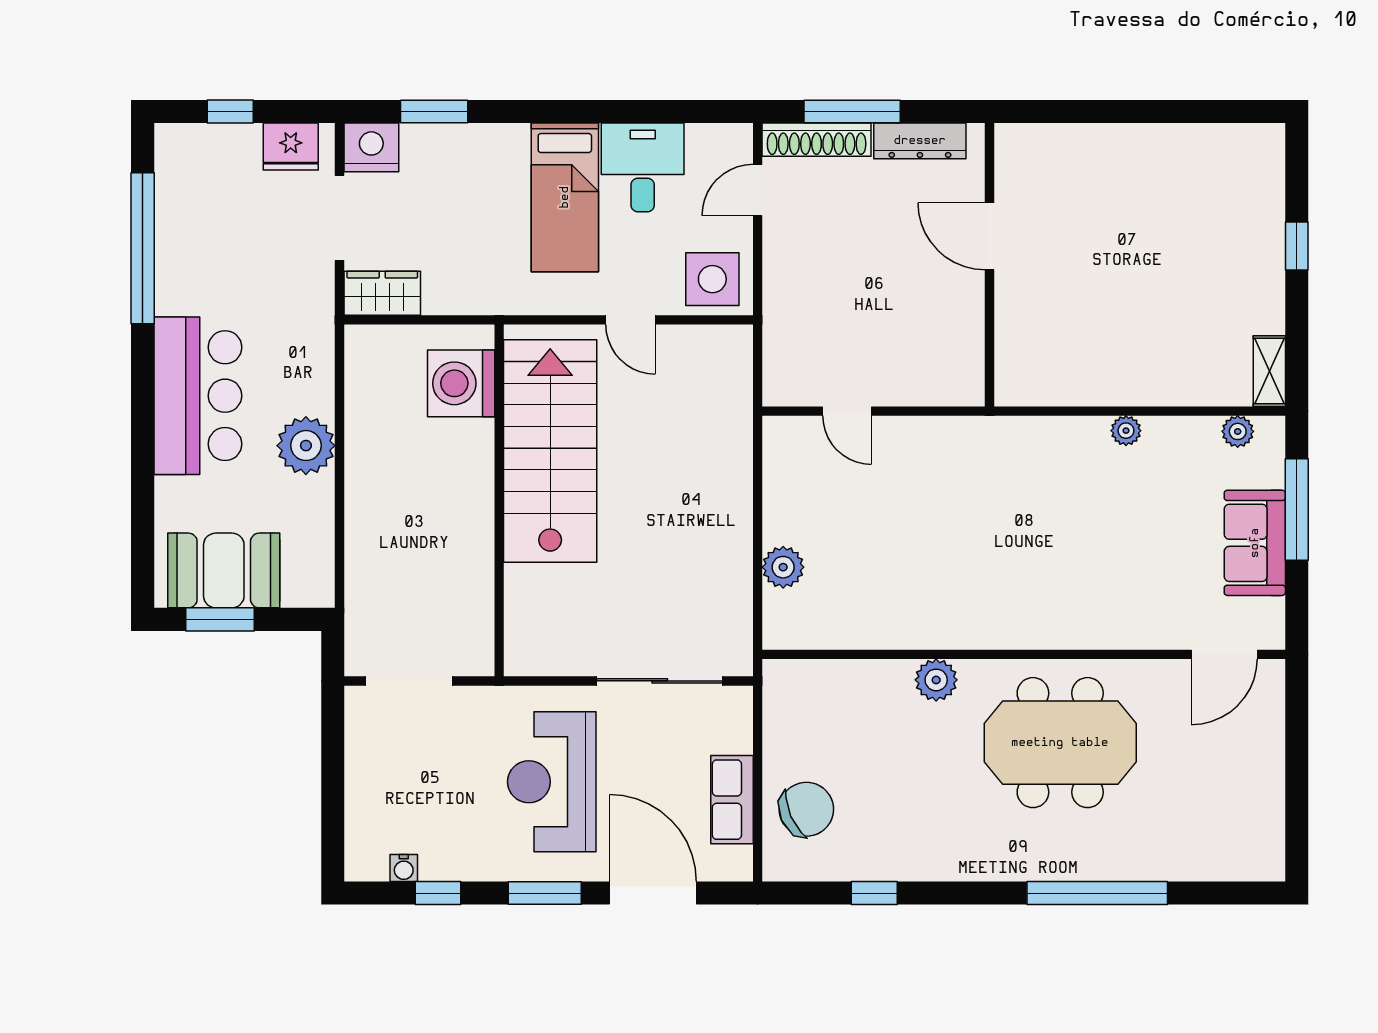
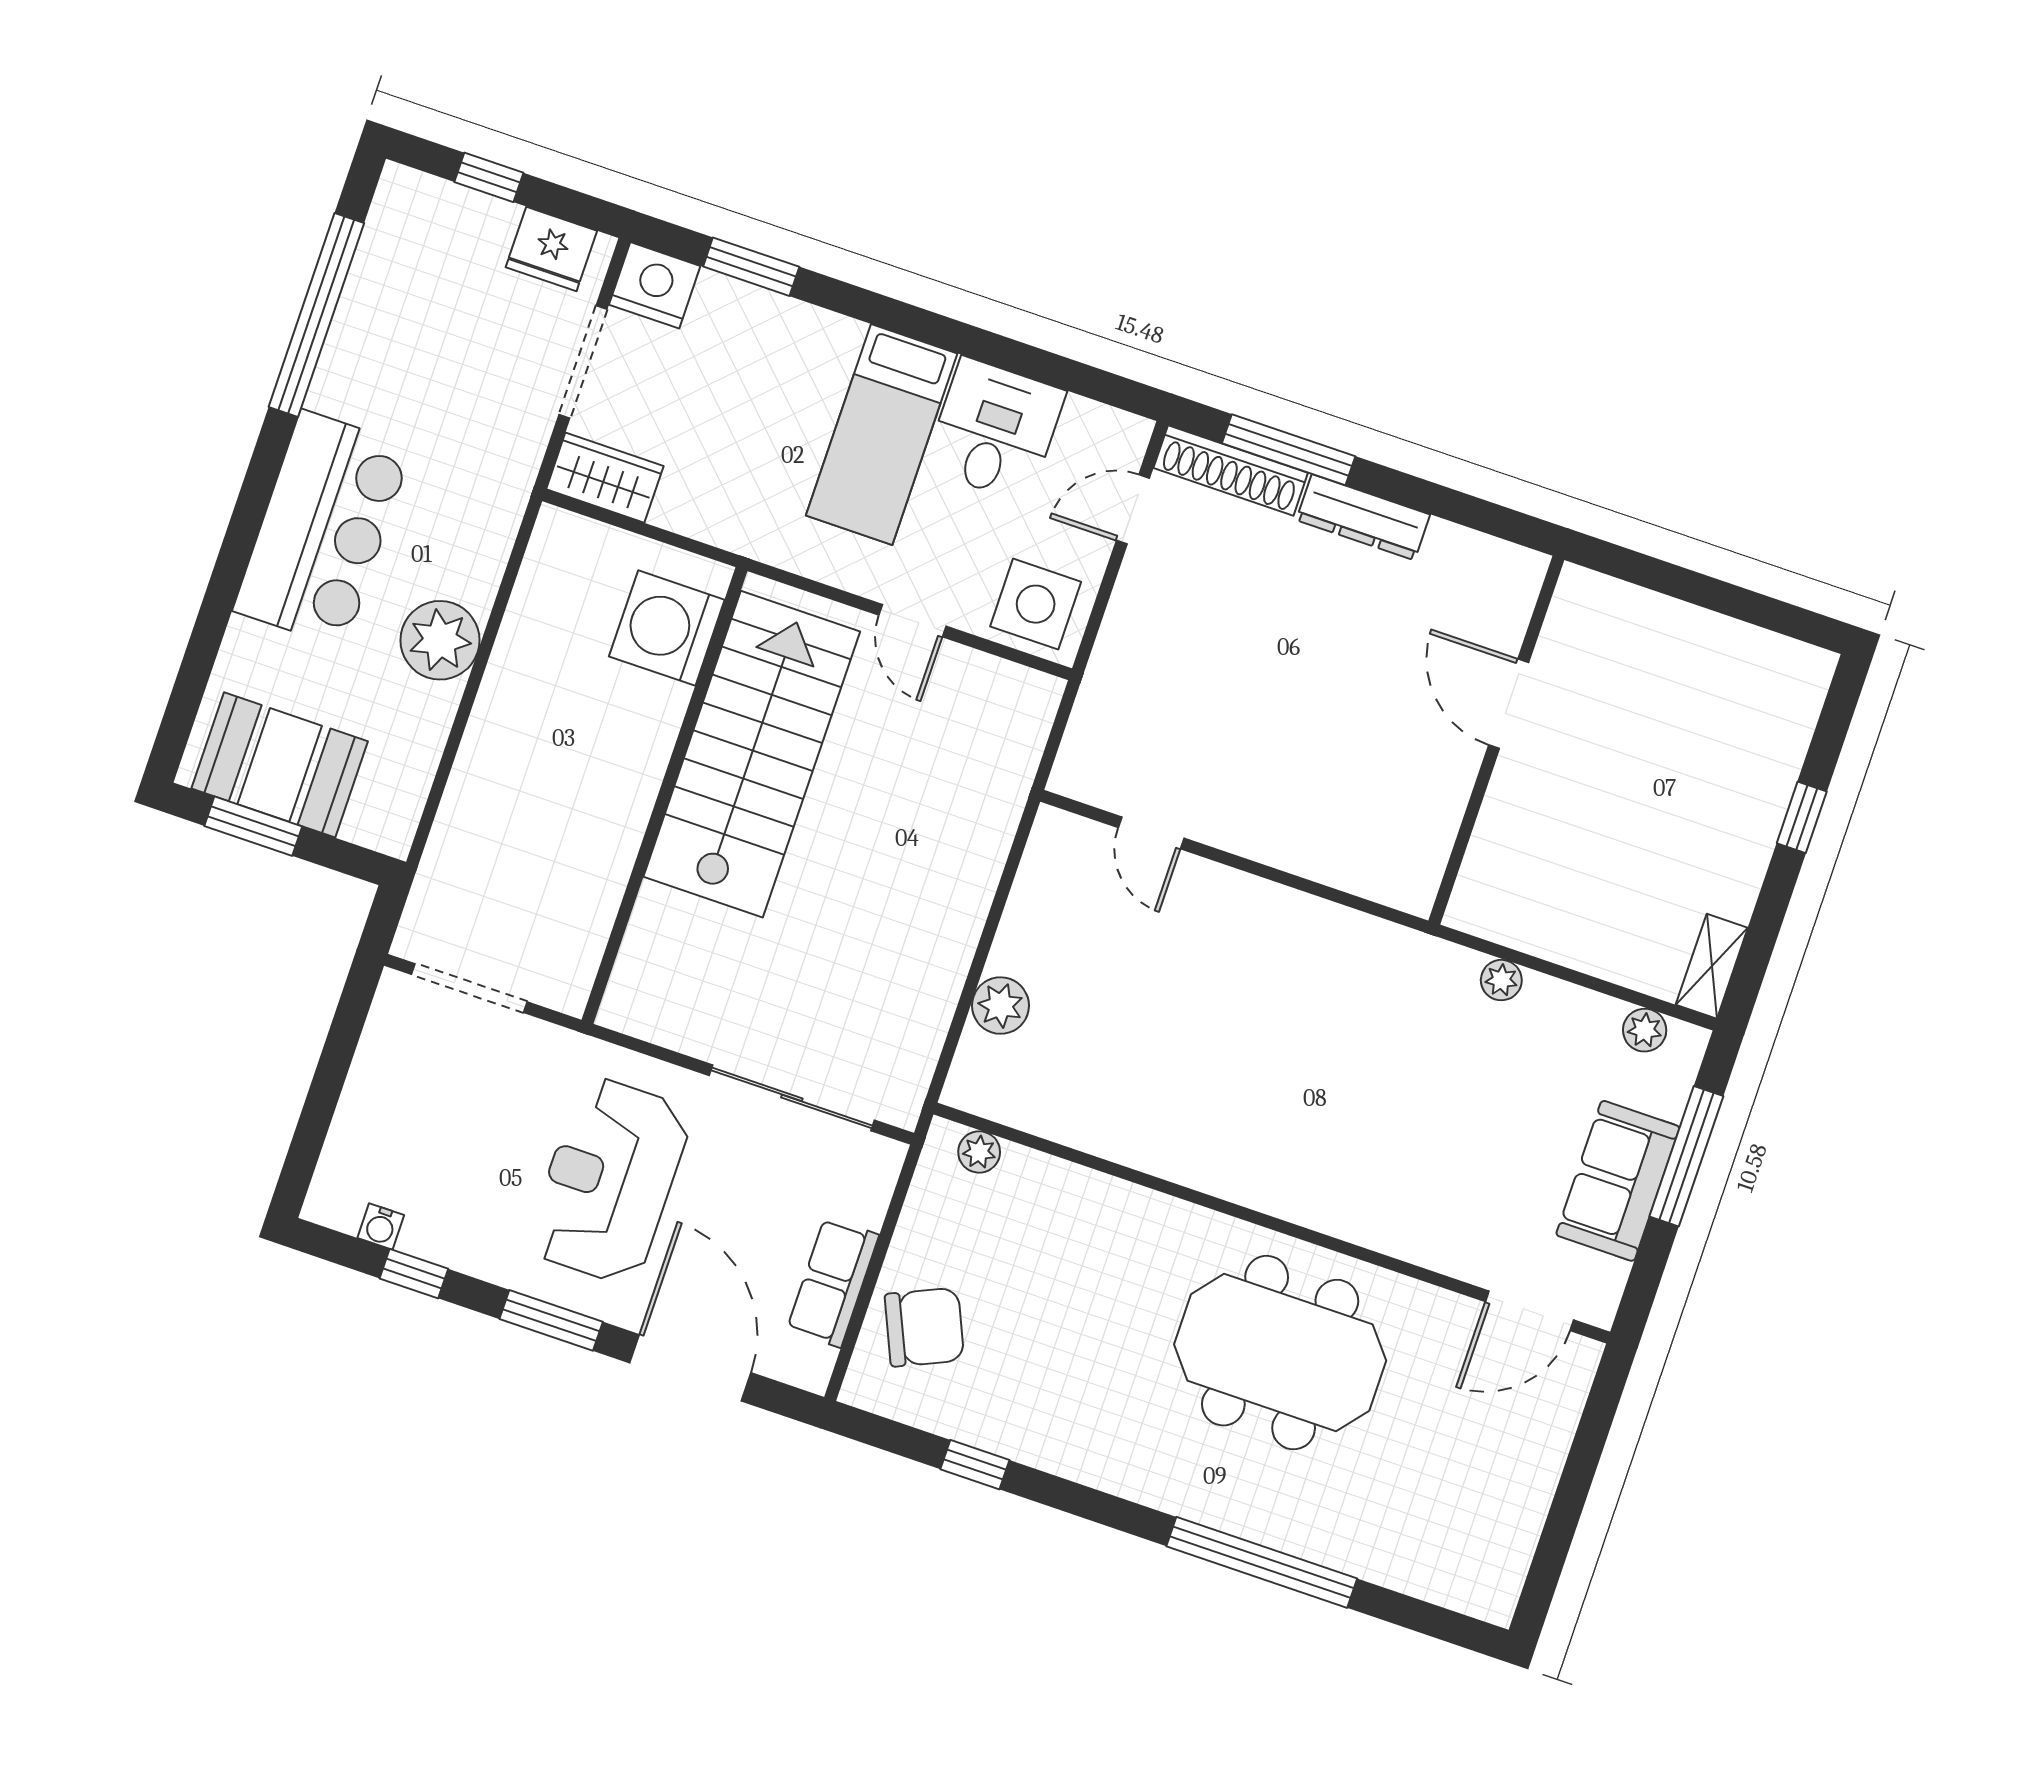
door: (990, 236) -> (1509, 704), moved
wall: (990, 265) -> (1496, 740), moved
plant: (936, 680) -> (979, 1152), moved, width x0.73, depth x0.73

